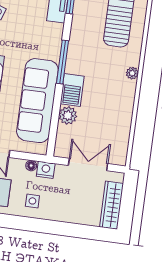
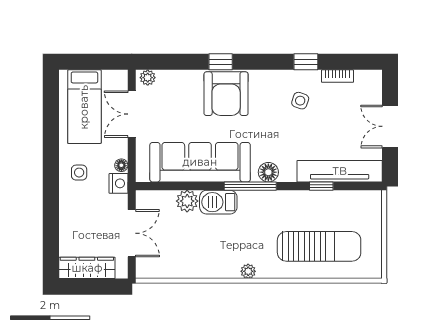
floor lamp: (53, 46) -> (268, 172), added

